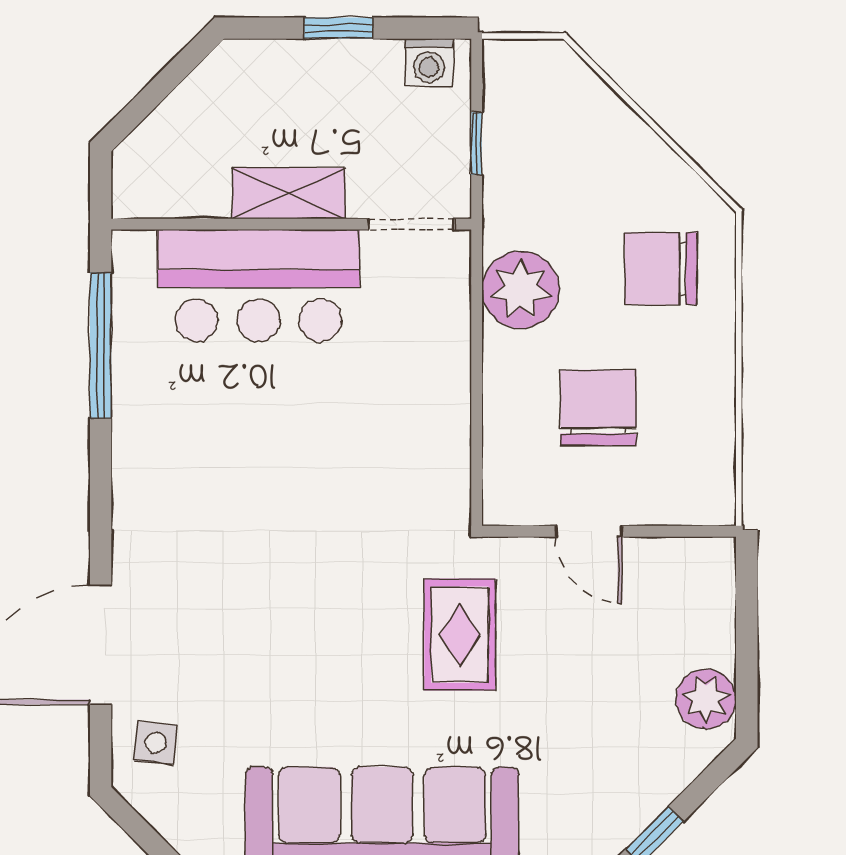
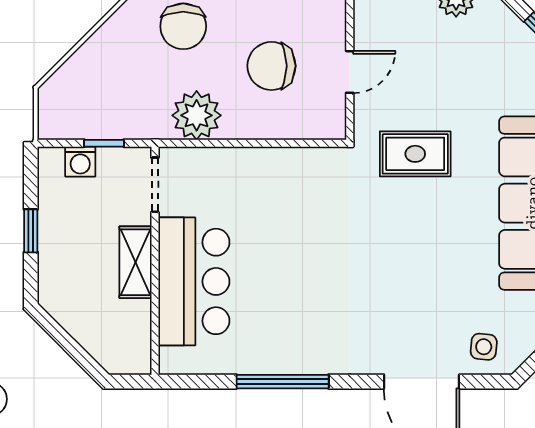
washing machine: (429, 62) -> (80, 162), moved, turned 90
window: (101, 346) -> (283, 382), moved

